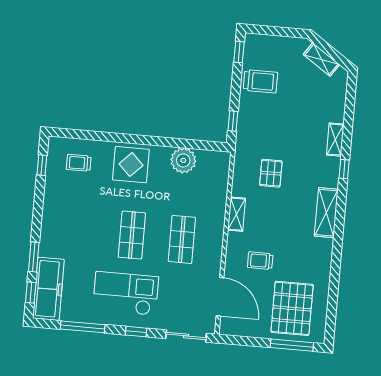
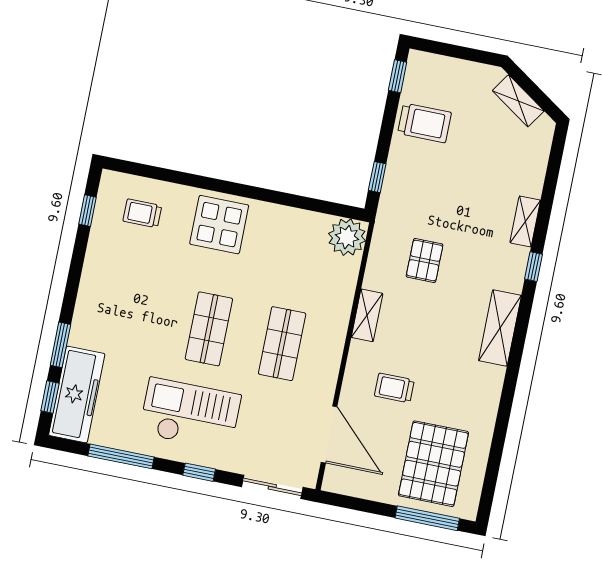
plant: (183, 160) -> (347, 237), moved

